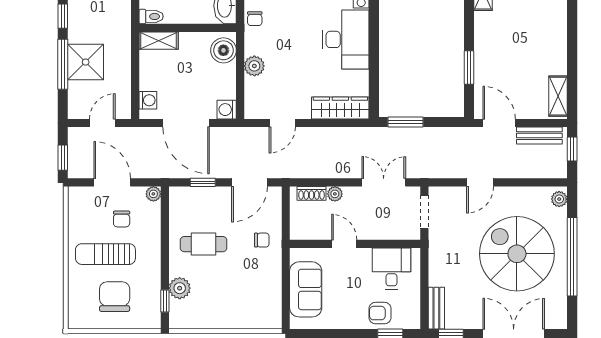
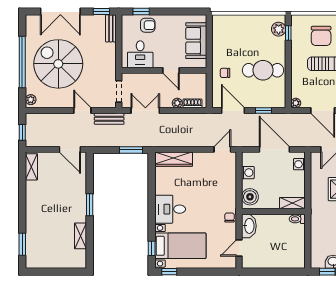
desk: (346, 39) -> (170, 209), width x0.73
plant: (254, 66) -> (230, 187), removed
window: (469, 67) -> (90, 205), moved
washing machine: (227, 110) -> (248, 173), moved
door: (282, 123) -> (222, 149), moved
bench: (539, 136) -> (109, 119), moved
door: (249, 182) -> (233, 111), hinge flipped
double door: (384, 182) -> (145, 111), swing flipped
door: (480, 182) -> (82, 111), hinge flipped
chair: (122, 219) -> (317, 87), removed
cafe table: (204, 244) -> (263, 70), width x1.37, depth x1.35
spiral stairs: (517, 254) -> (58, 64), turned 180
plant: (180, 288) -> (279, 29), moved

